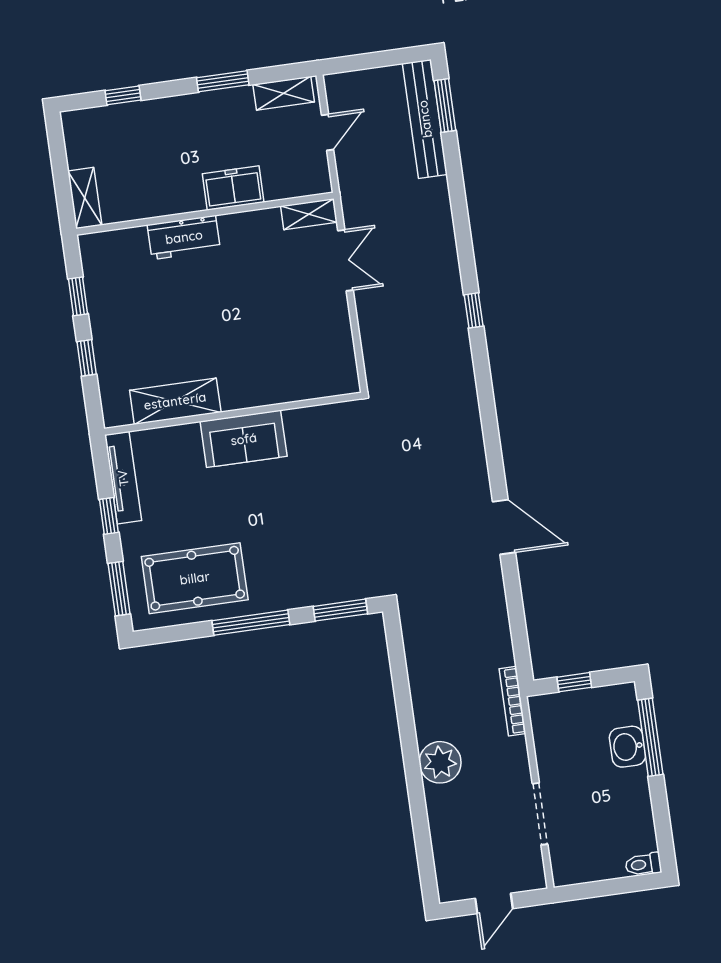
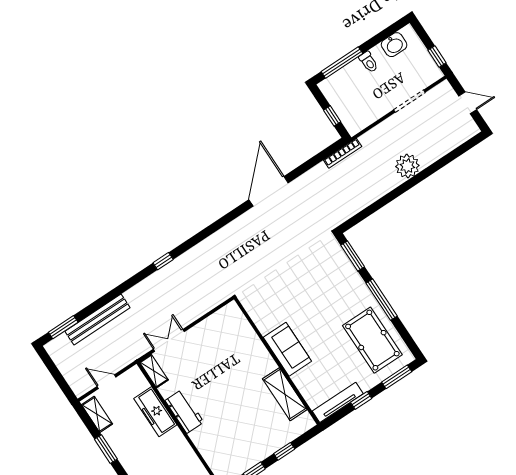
bench: (425, 119) -> (98, 319), moved
freezer: (233, 188) -> (155, 412), width x1.40
workbench: (184, 237) -> (184, 411), moved
door: (504, 527) -> (269, 191), width x1.36
bookcase: (512, 701) -> (343, 153), moved
washbasin: (627, 747) -> (394, 45), moved
toilet: (643, 864) -> (369, 62), moved
window: (589, 890) -> (437, 56), added

